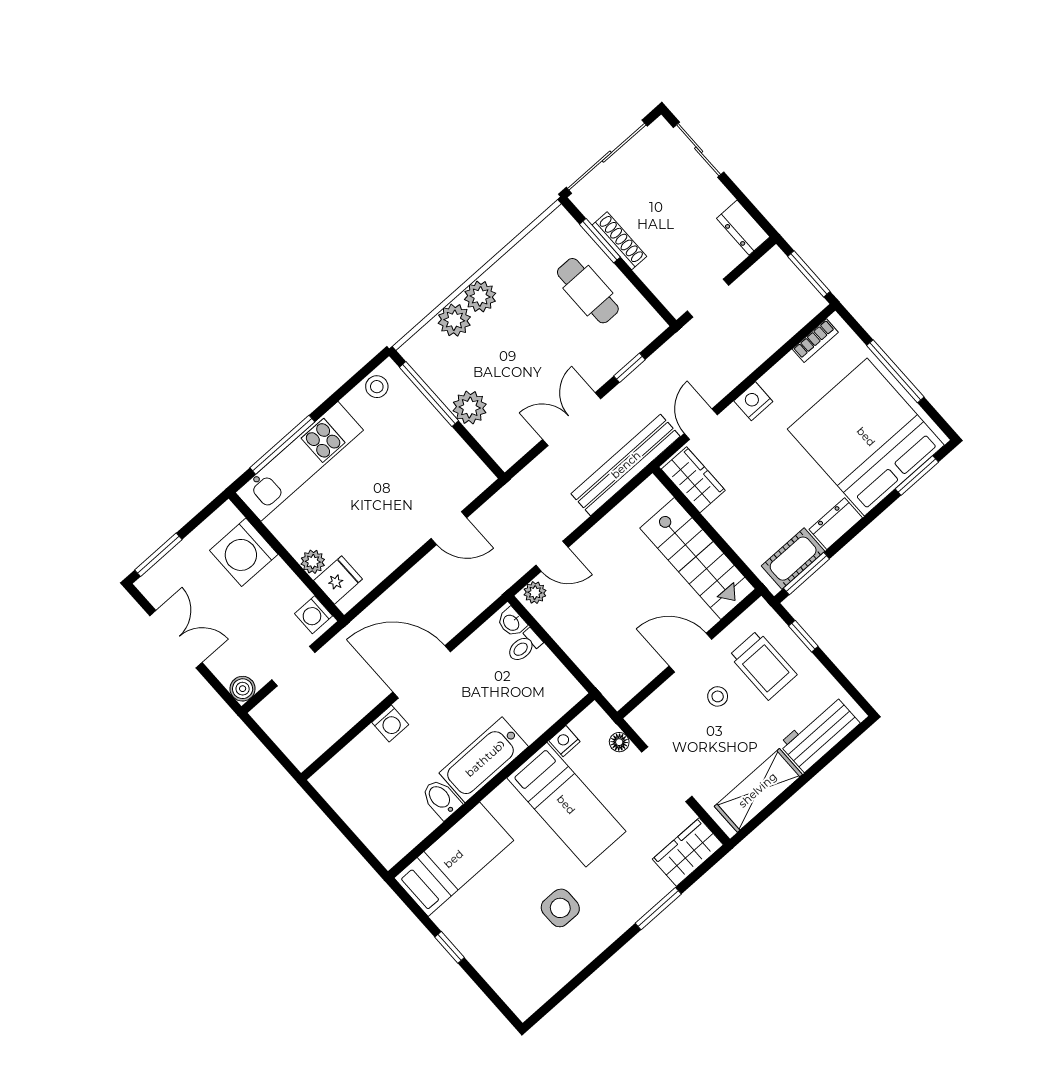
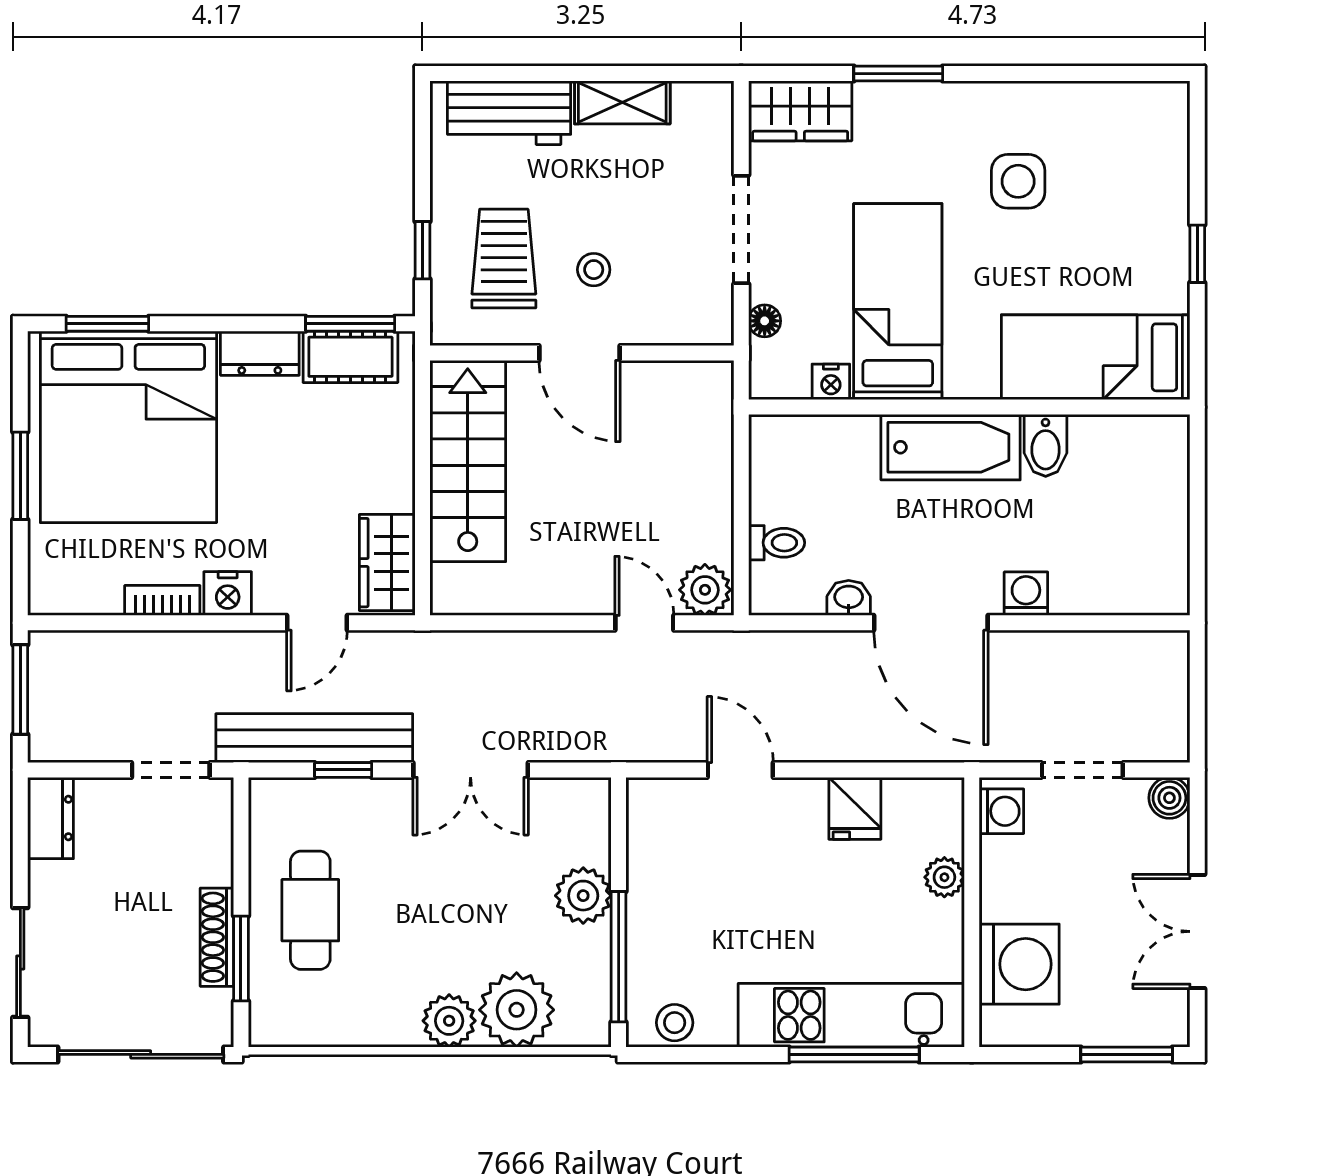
plant: (454, 320) -> (517, 1010), width x1.36, depth x1.36
bookcase: (815, 341) -> (162, 600), moved
window: (895, 371) -> (20, 476), width x0.69
bench: (626, 465) -> (314, 738), moved
fridge: (338, 580) -> (855, 808), moved, turned -90
plant: (535, 593) -> (705, 590), width x1.38, depth x1.38
washbasin: (512, 622) -> (849, 598), moved, turned -90
shelving: (758, 790) -> (622, 102), width x0.67, depth x0.75

